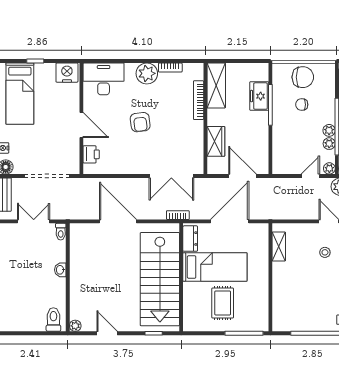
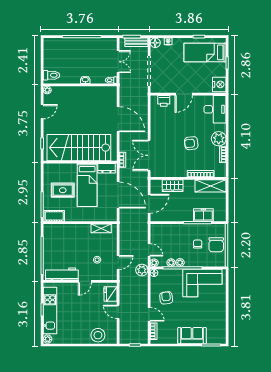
armchair: (140, 122) -> (191, 143), moved
door: (118, 221) -> (118, 119), hinge flipped
cot: (260, 315) -> (54, 216), added

